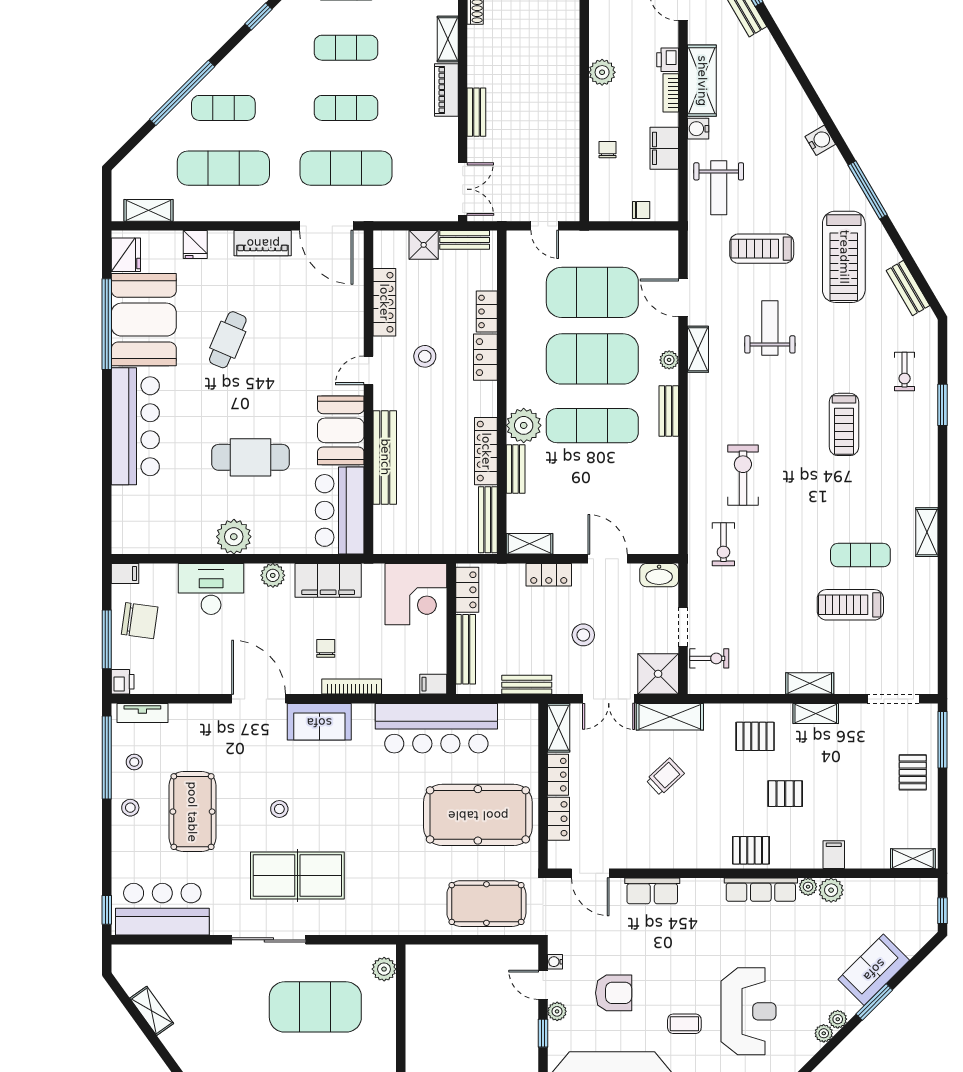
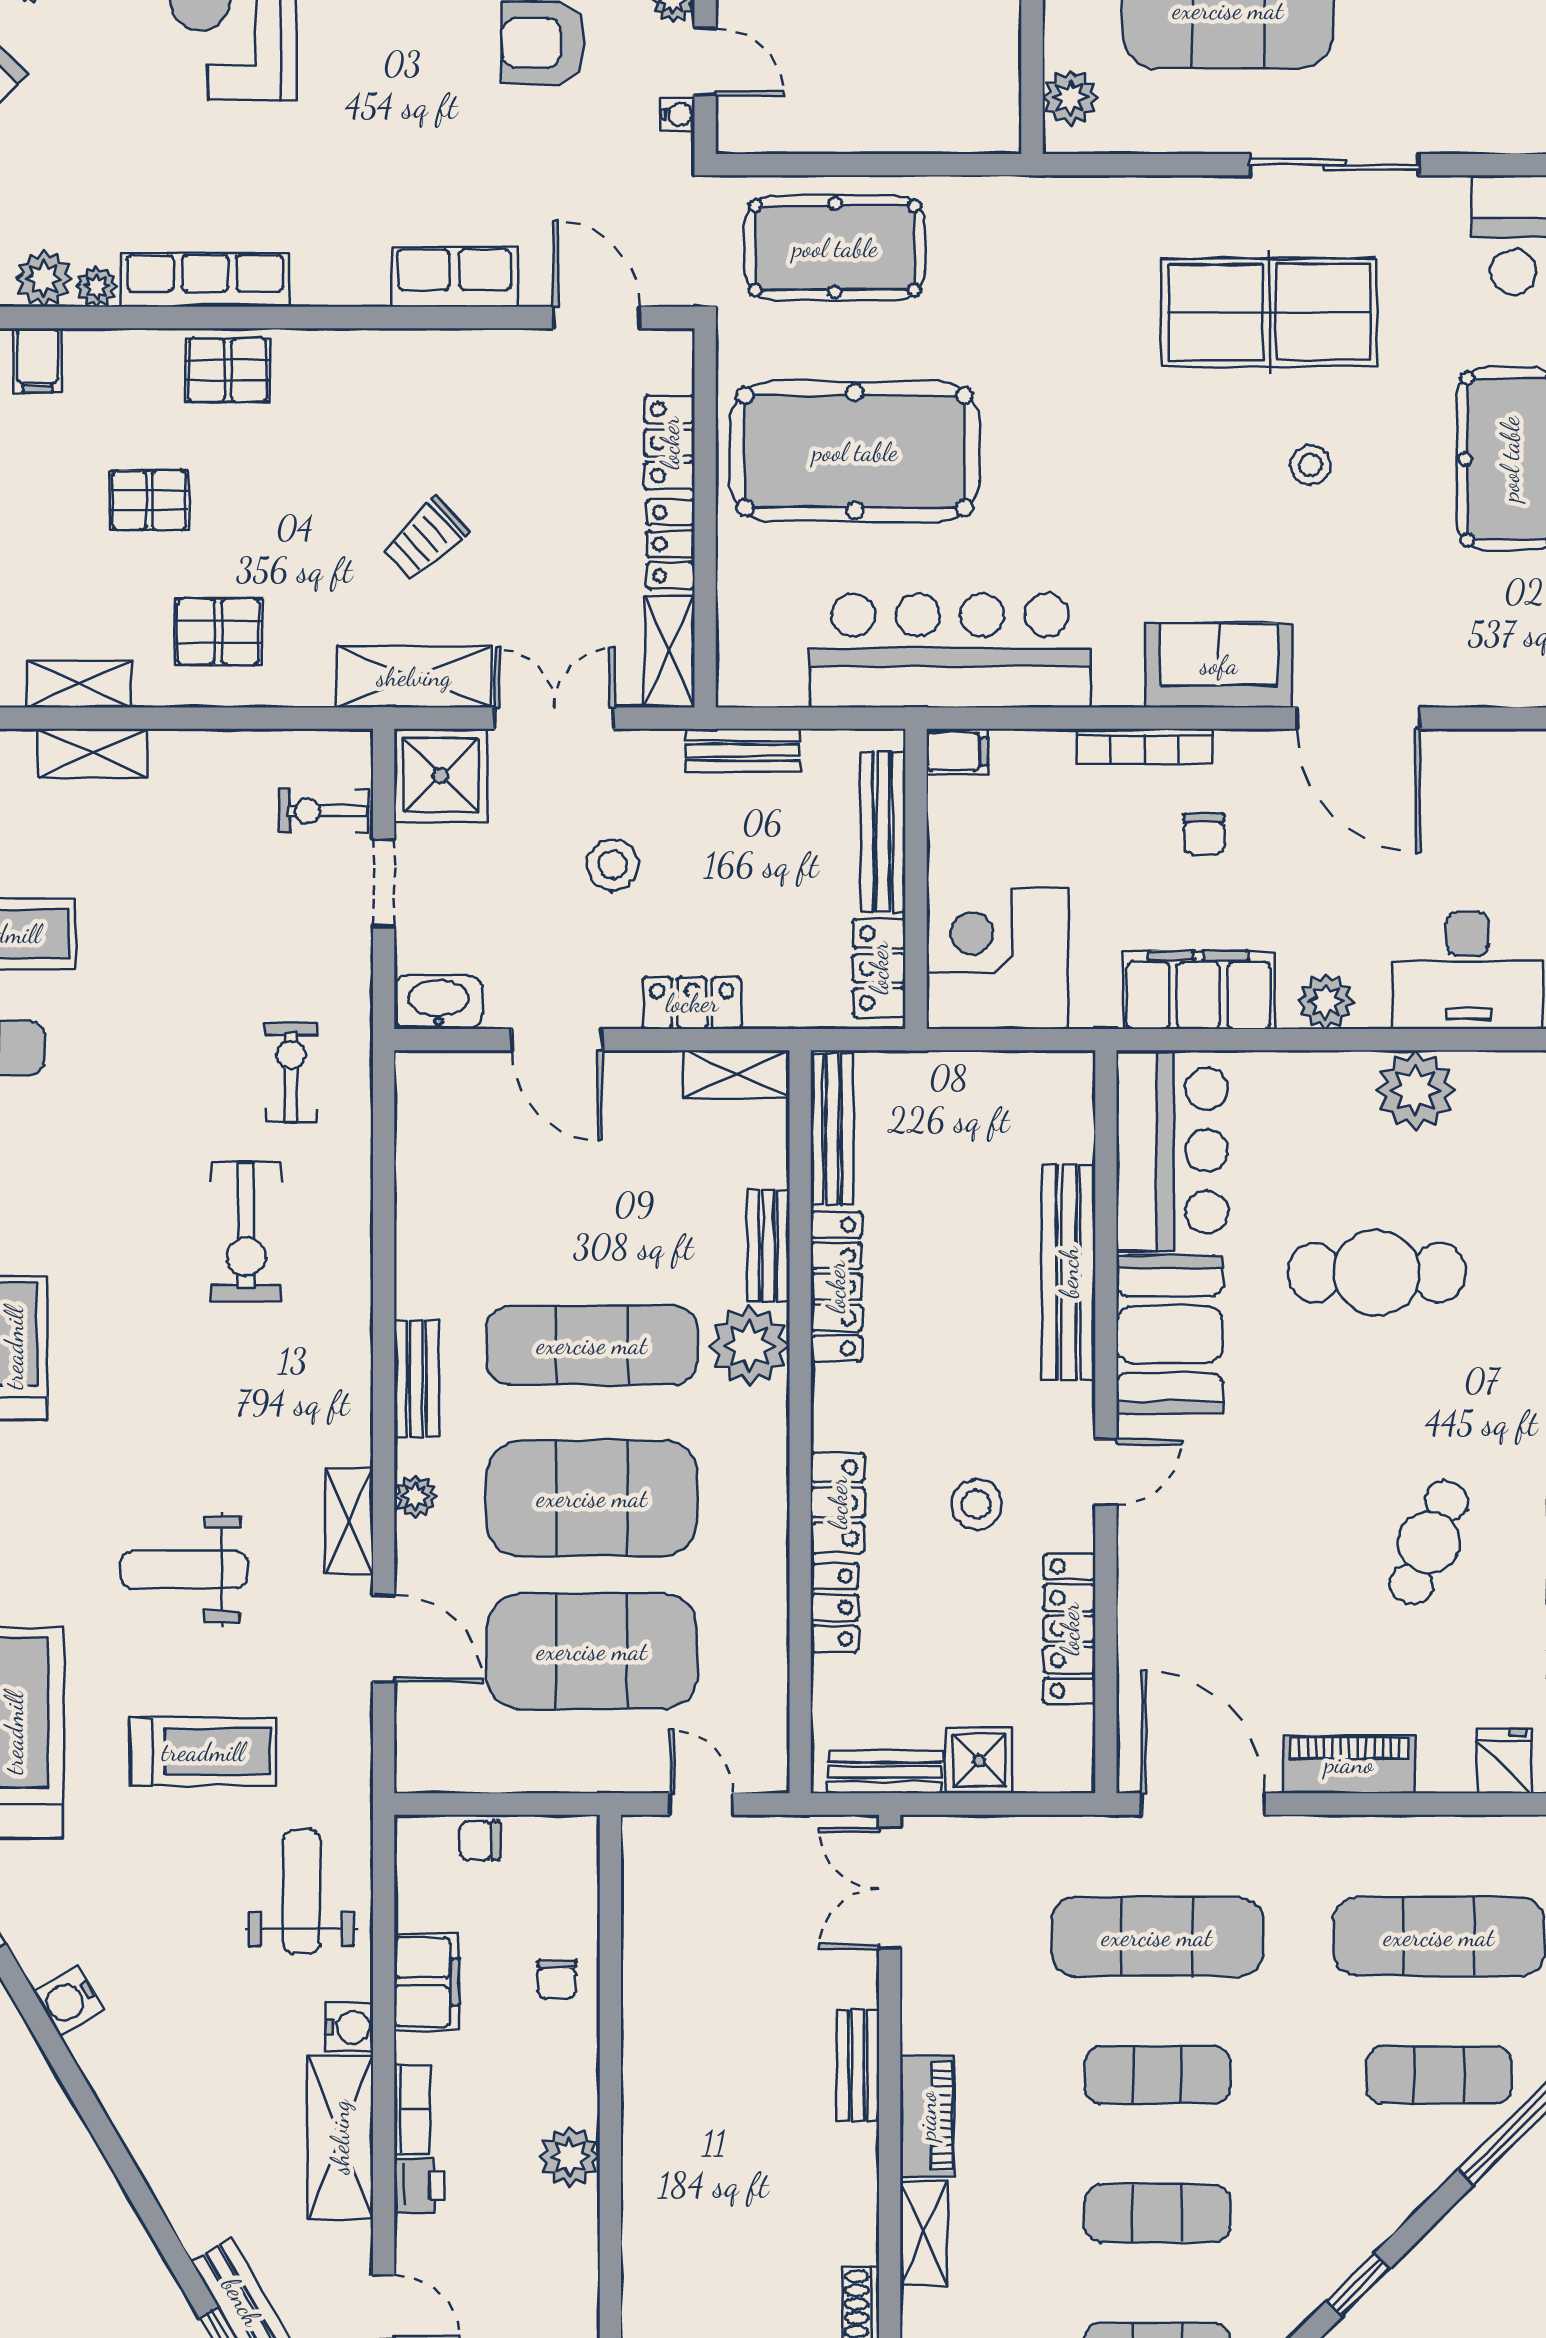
weight bench: (770, 328) -> (184, 1569), turned 90

